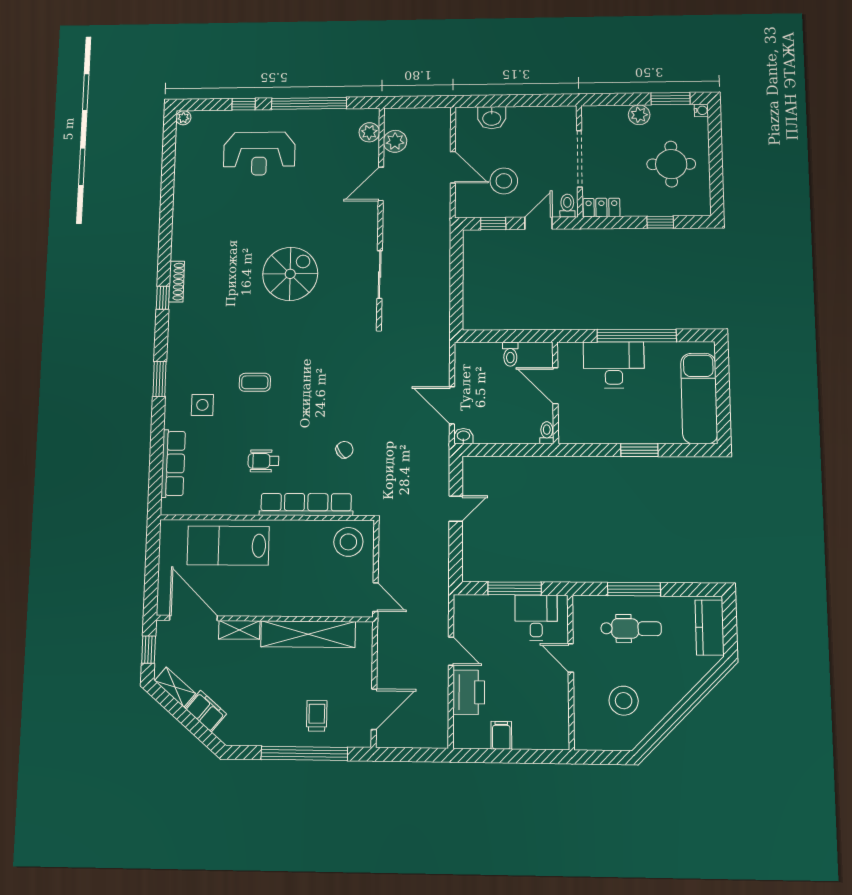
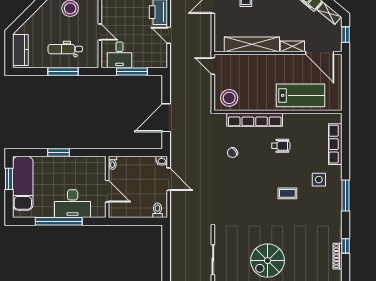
toilet: (510, 354) -> (158, 210), moved
window: (160, 379) -> (346, 196), width x1.44
window: (723, 406) -> (9, 179), added
door: (456, 509) -> (166, 118), width x1.87

